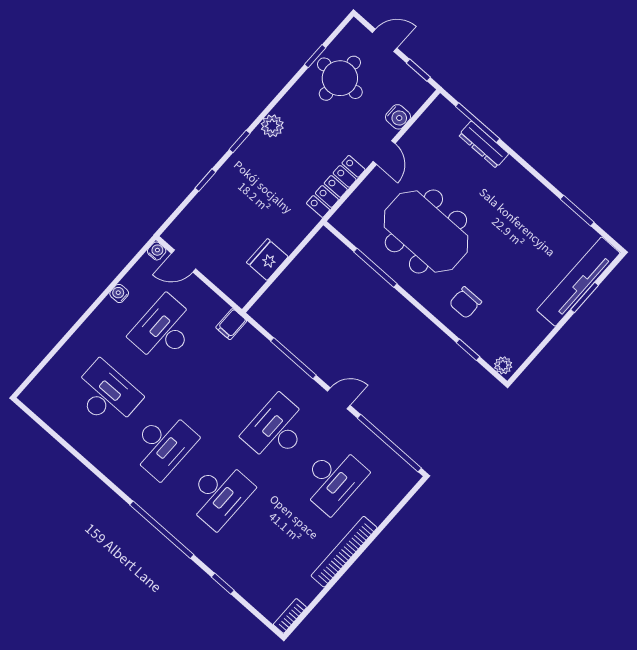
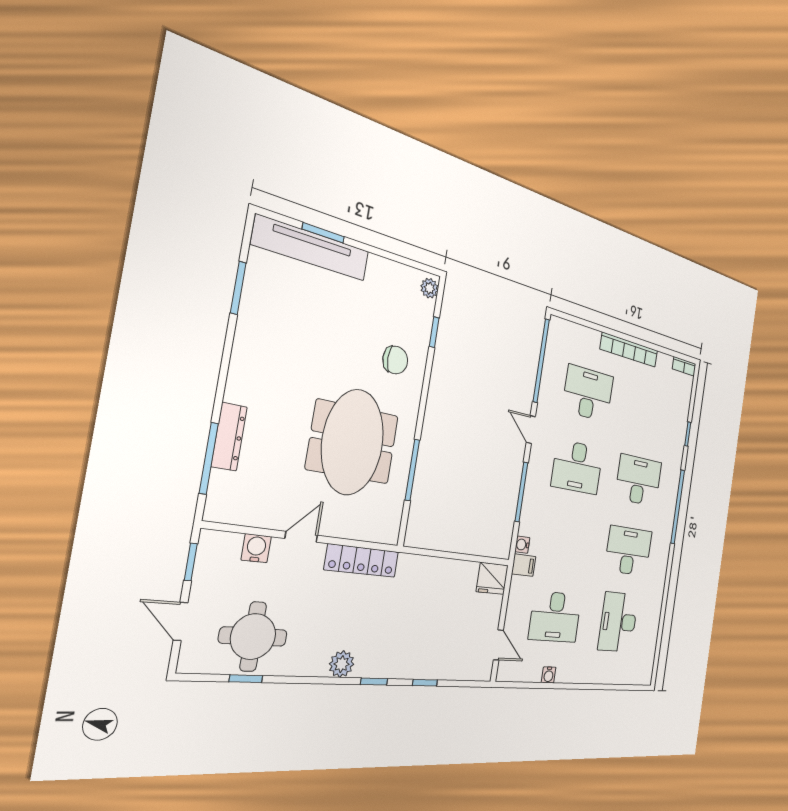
water cooler: (157, 251) -> (522, 545), moved
fridge: (267, 260) -> (492, 578), moved

